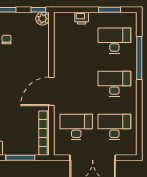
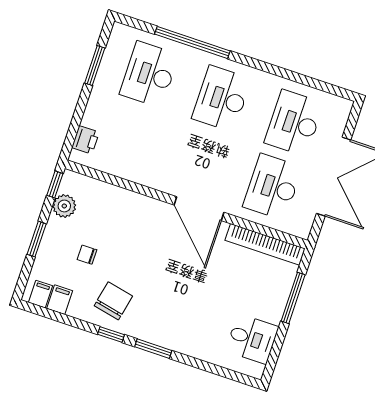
printer: (82, 18) -> (85, 140), moved
plant: (42, 19) -> (64, 206), moved

